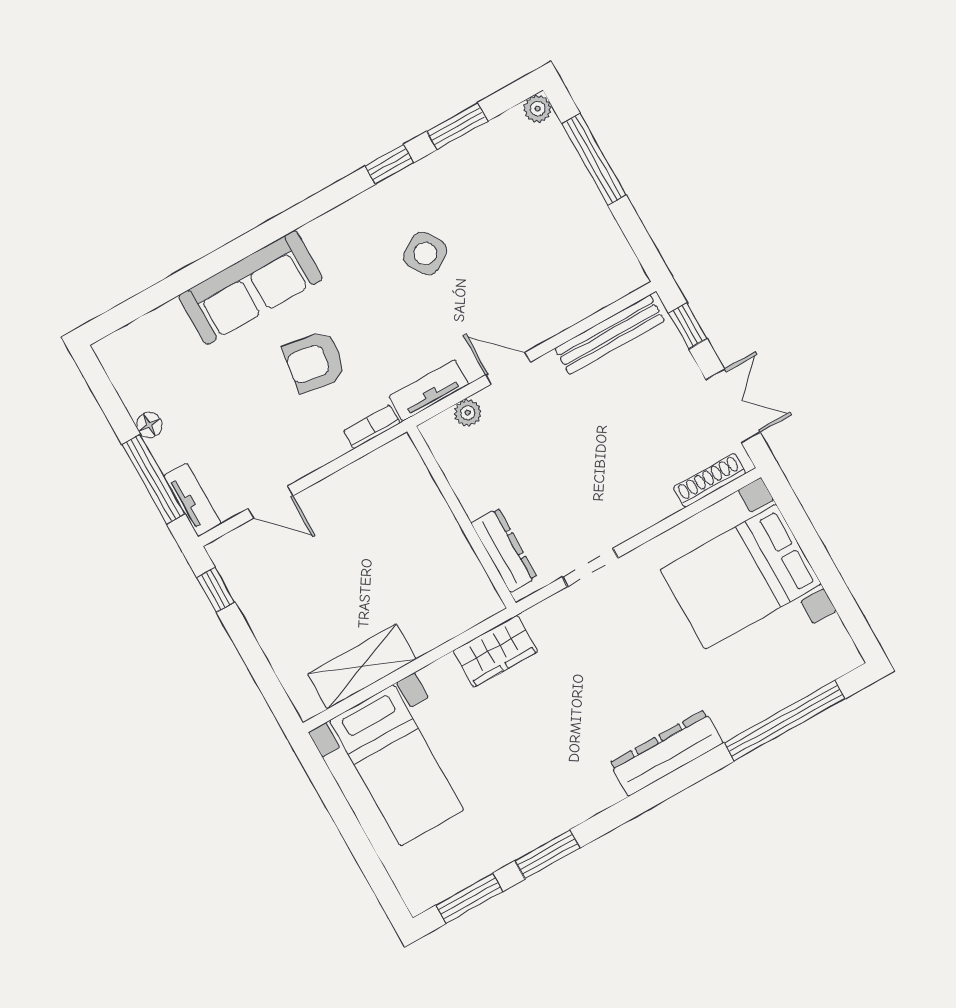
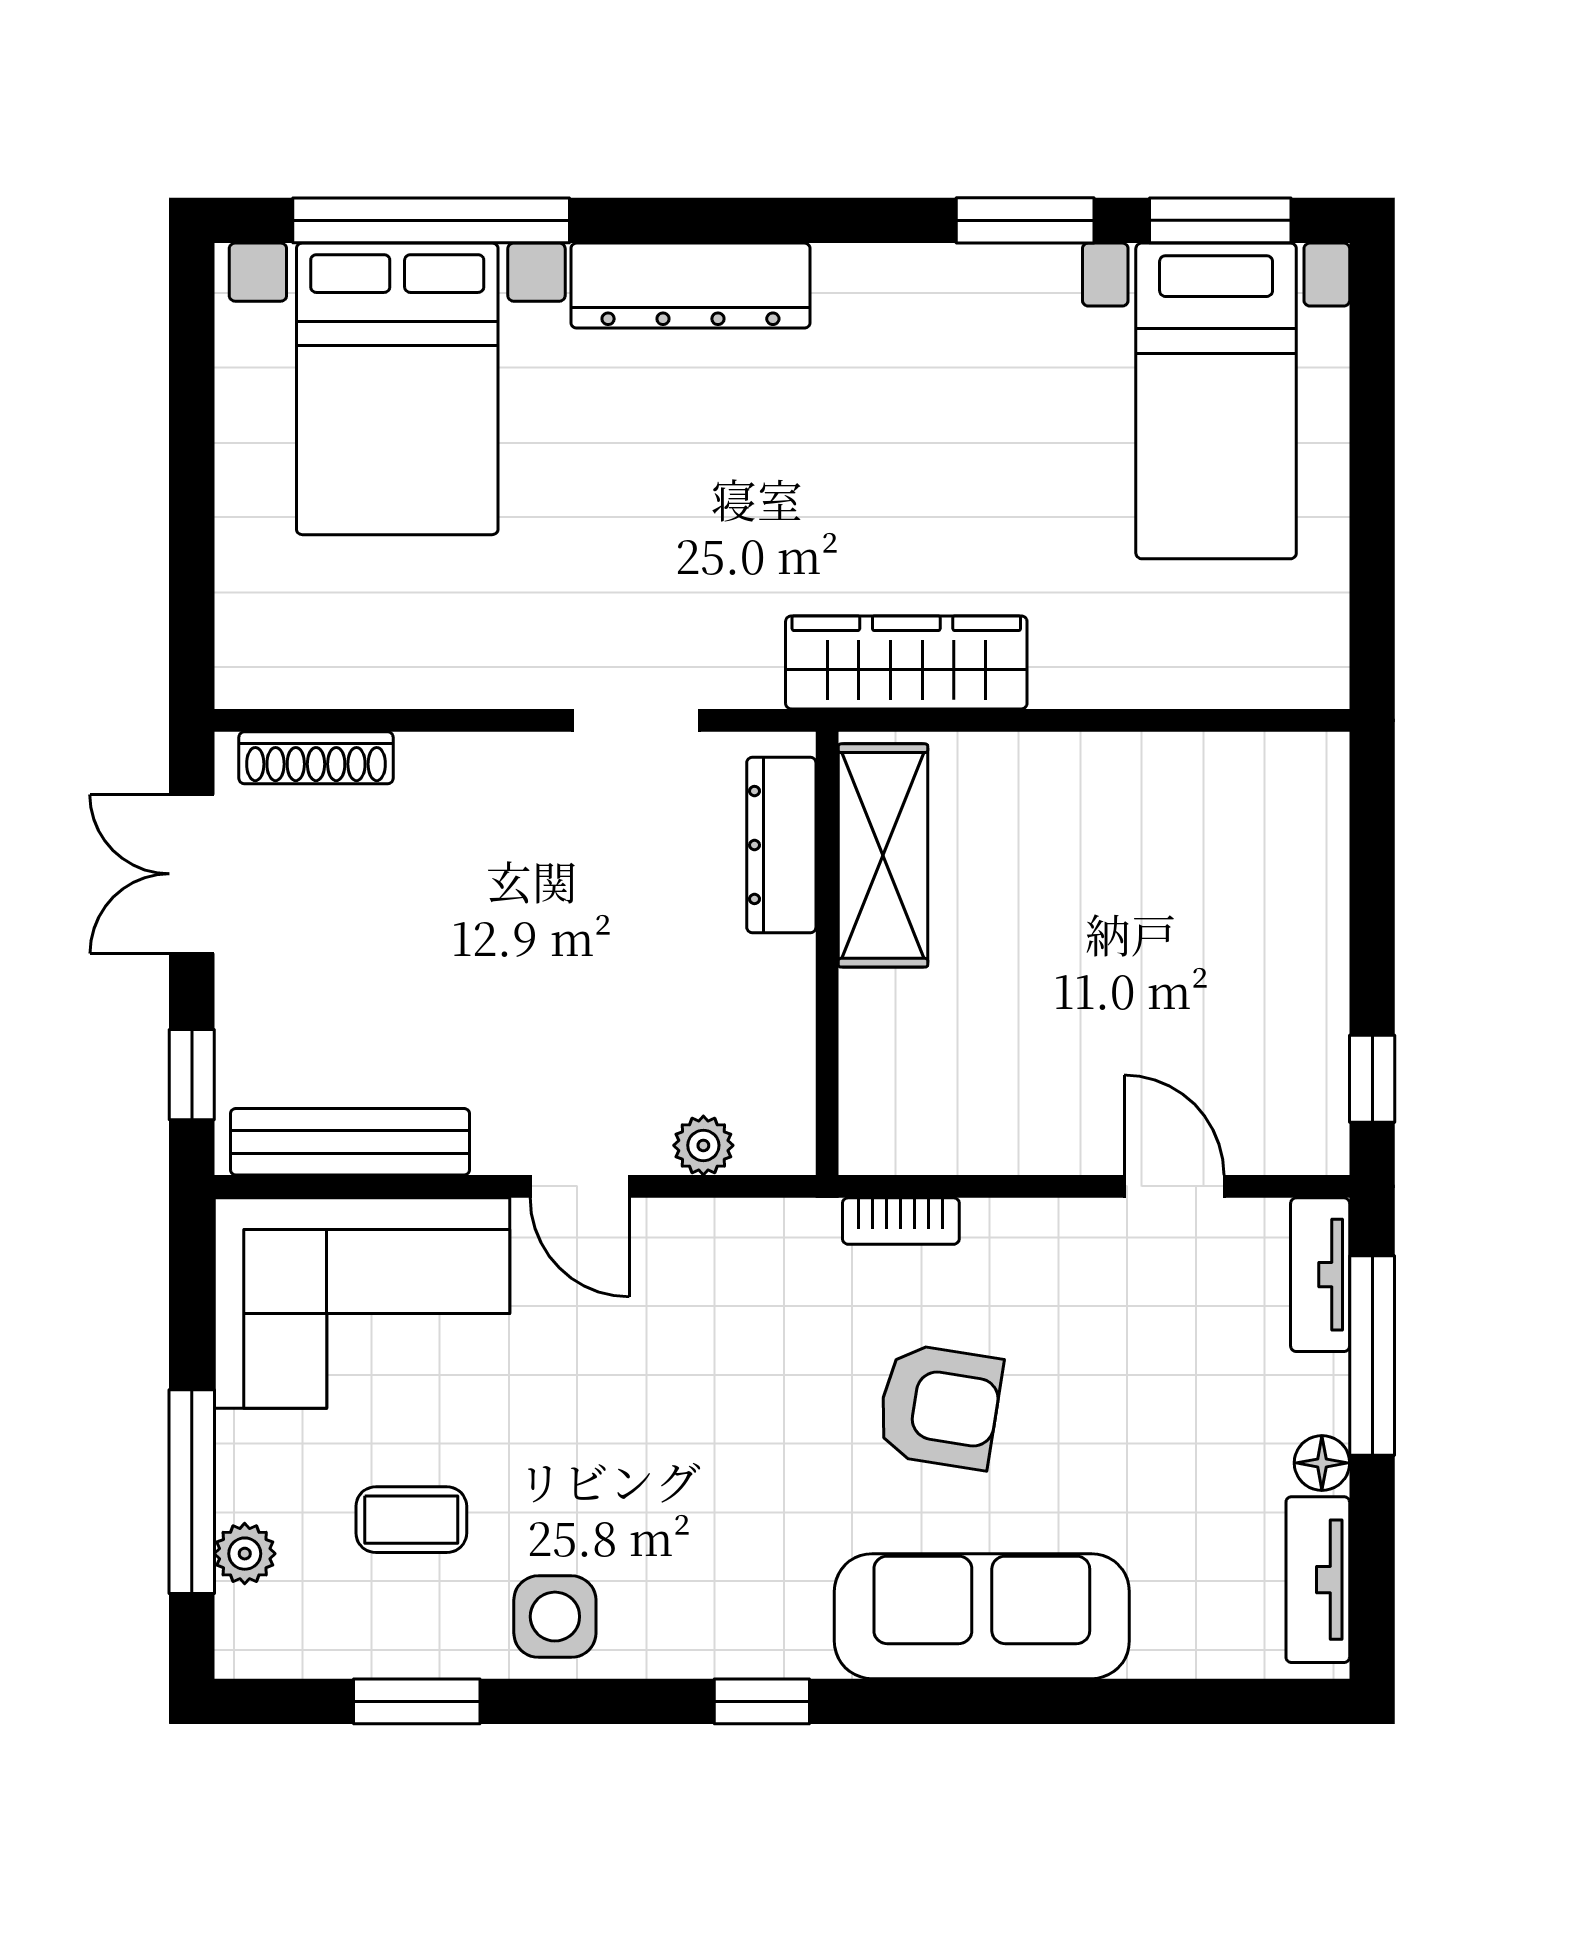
plant: (538, 109) -> (245, 1554), moved
window: (389, 164) -> (762, 1701), moved
coffee table: (500, 198) -> (411, 1520), added
side table: (425, 254) -> (555, 1617), moved, turned 32
corner sofa: (569, 273) -> (362, 1303), added
tv unit: (429, 390) -> (1318, 1580), moved, turned 90
bed with nightstands: (741, 577) -> (397, 389), moved, turned 90
wardrobe: (495, 651) -> (906, 662), width x1.50
shelving: (362, 667) -> (883, 855), moved, turned 90
bed with nightstands: (397, 765) -> (1216, 401), moved, turned 180

